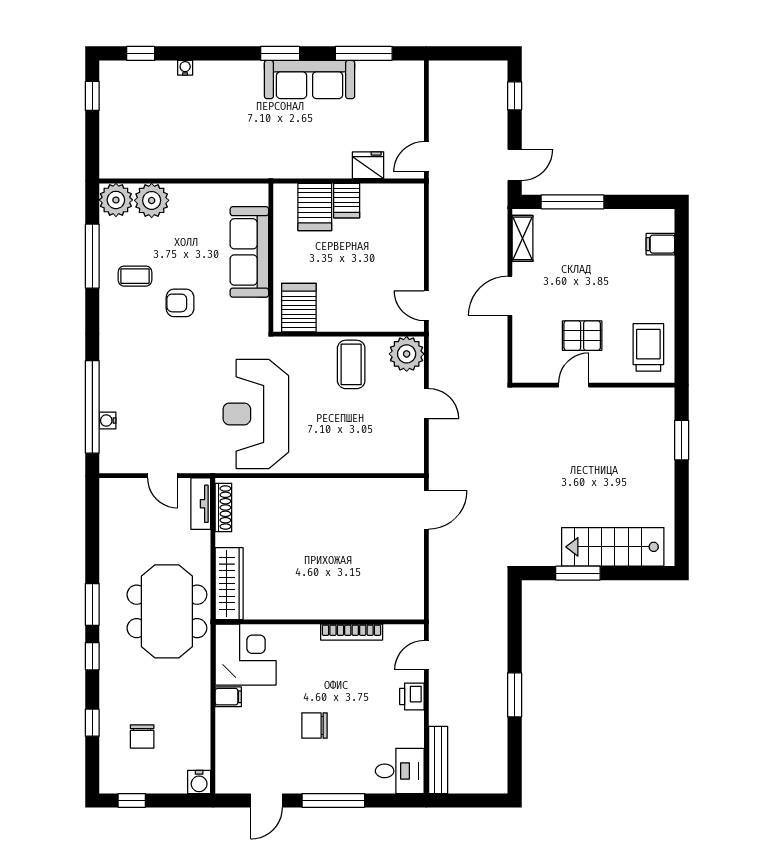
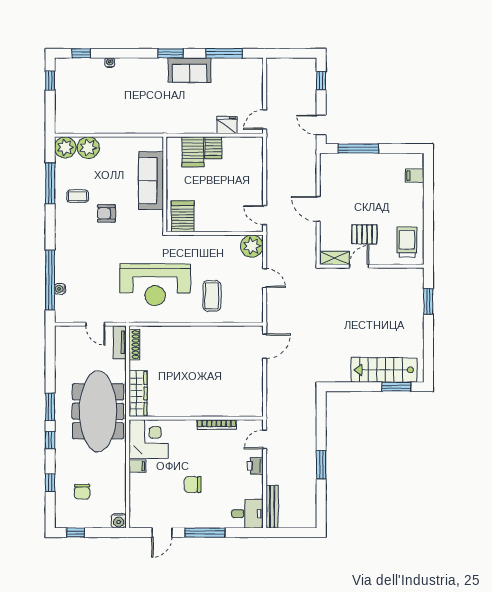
sofa: (310, 79) -> (190, 70), width x0.73
door: (515, 165) -> (321, 125), swing flipped
shelving: (523, 238) -> (334, 258), moved, turned 90
door: (510, 296) -> (318, 209), hinge flipped
coffee table: (351, 364) -> (212, 296), moved
reception desk: (256, 414) -> (155, 285), turned -90
window: (578, 573) -> (396, 387), moved
meeting table: (167, 611) -> (98, 411), width x1.36

